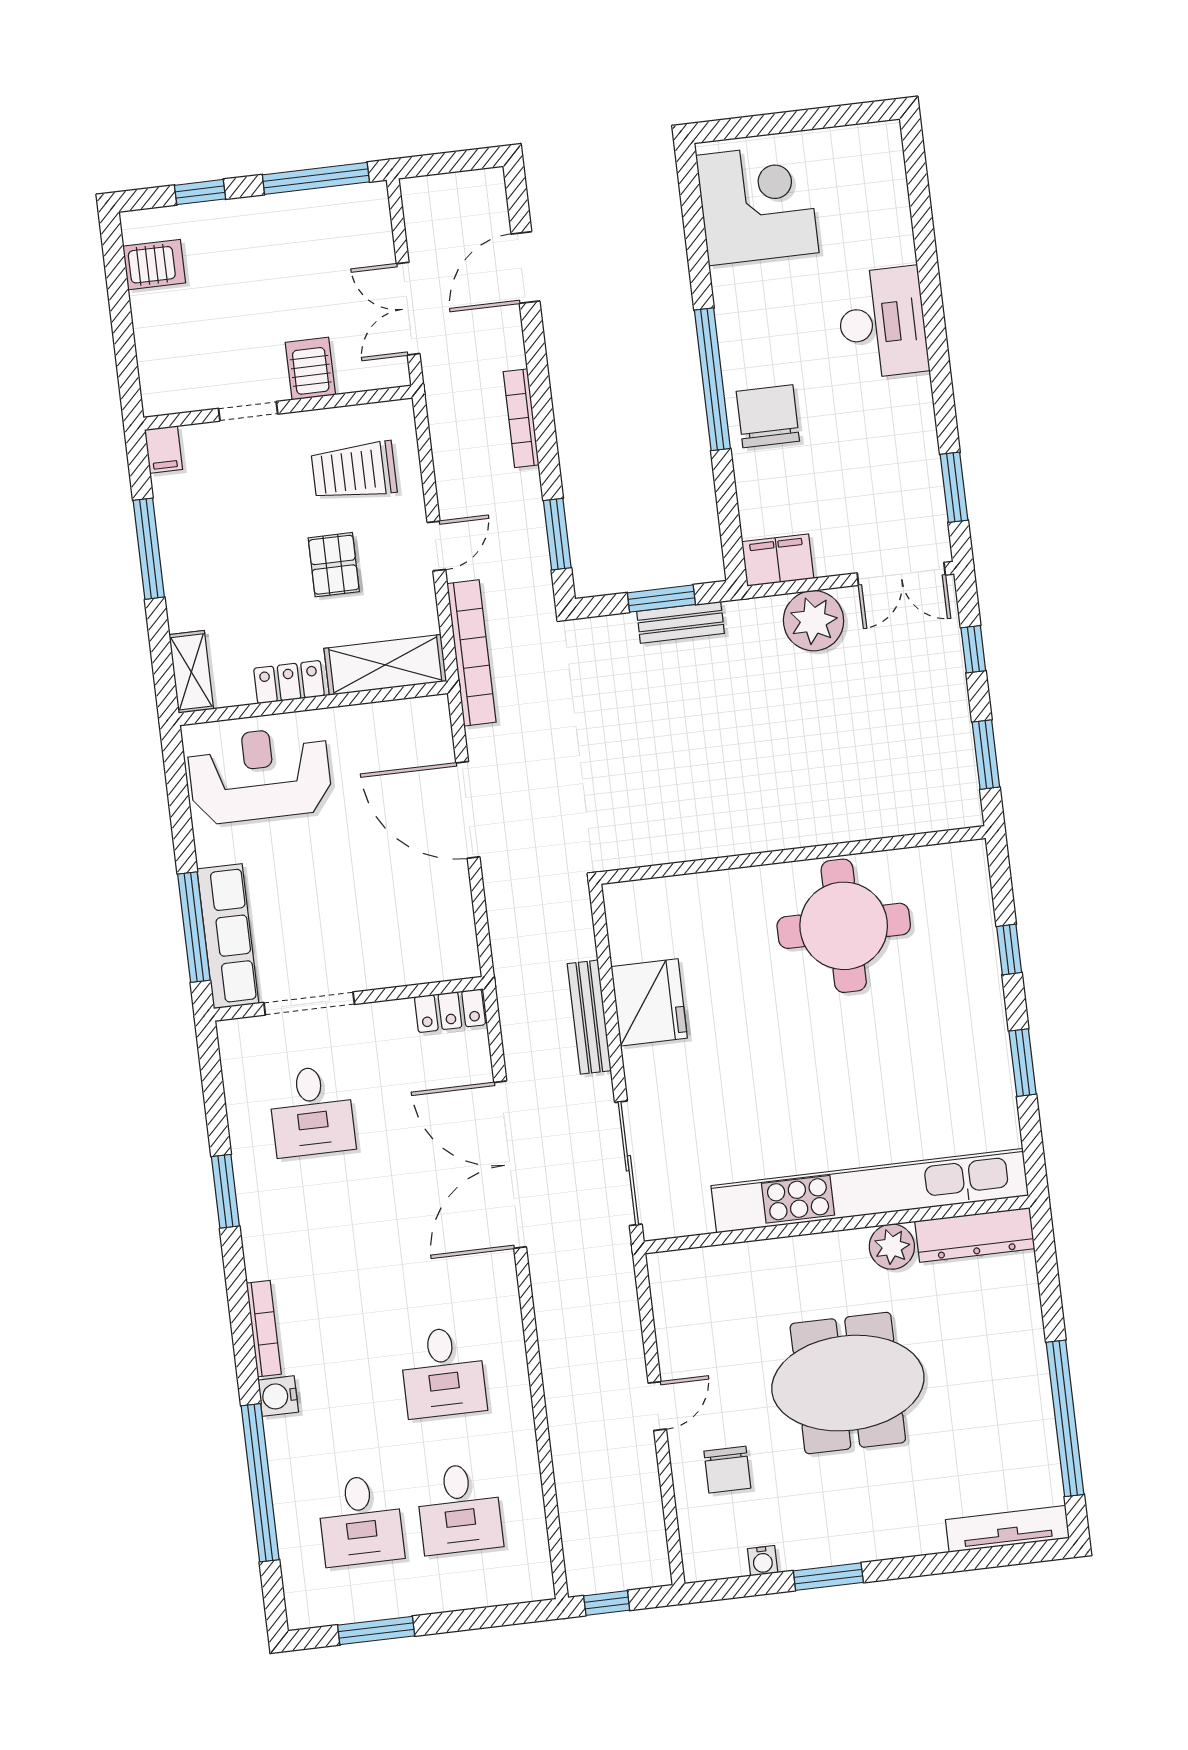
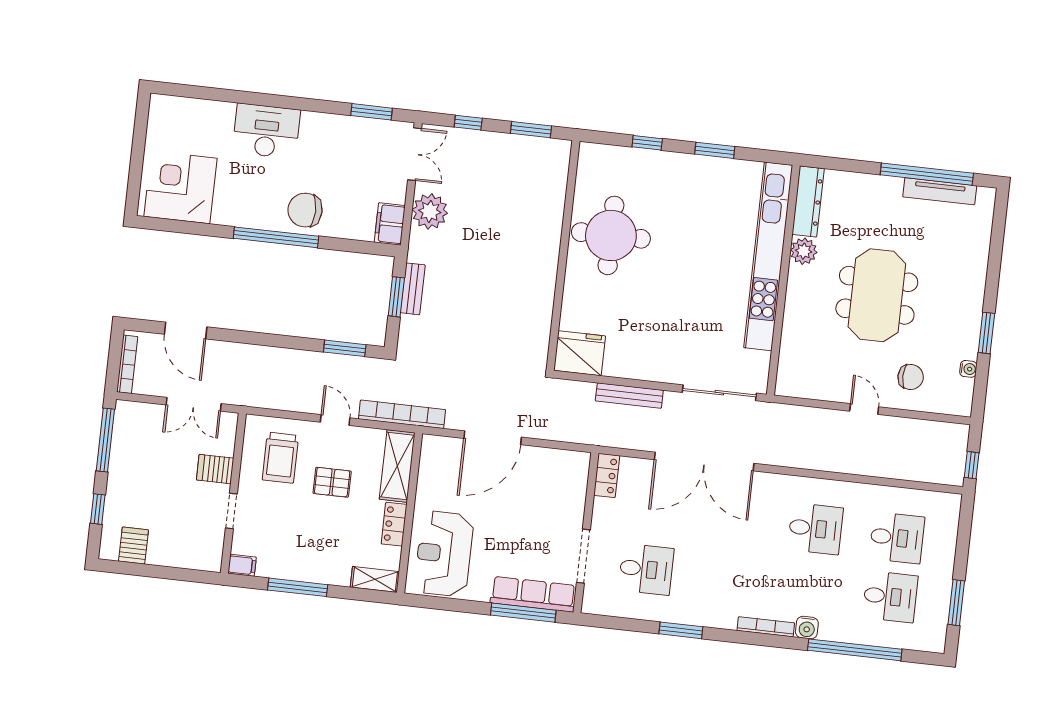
bookcase: (521, 418) -> (127, 364), moved, turned -90
fridge: (649, 1002) -> (580, 353), moved
tv unit: (1007, 1529) -> (940, 191), moved, turned -90

